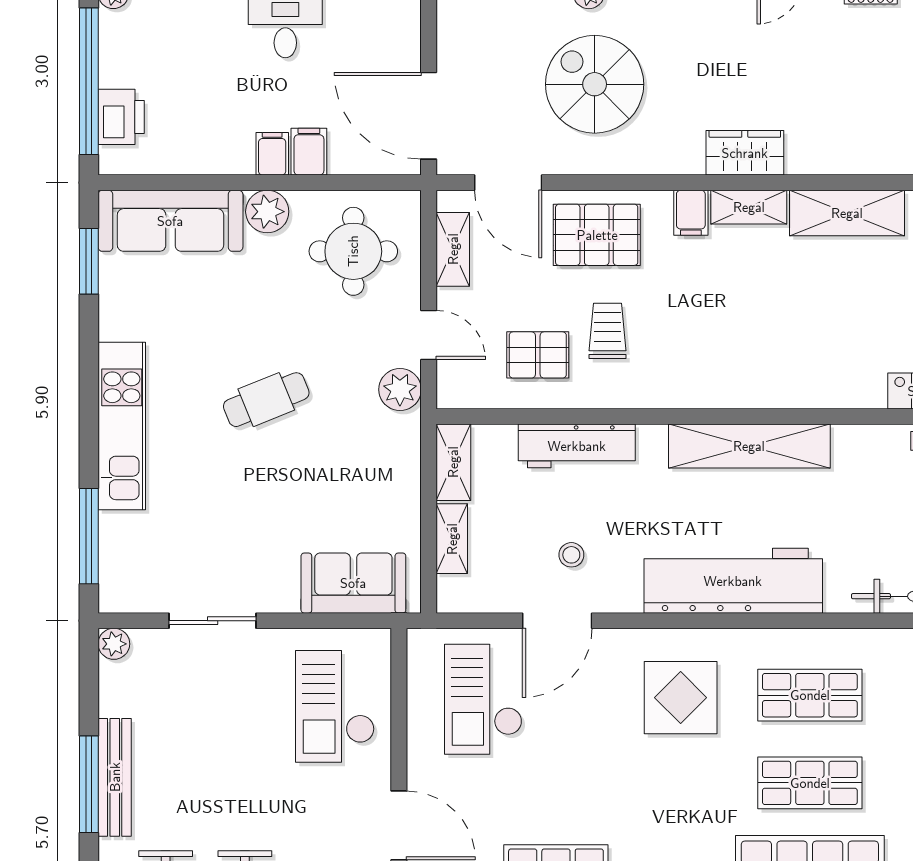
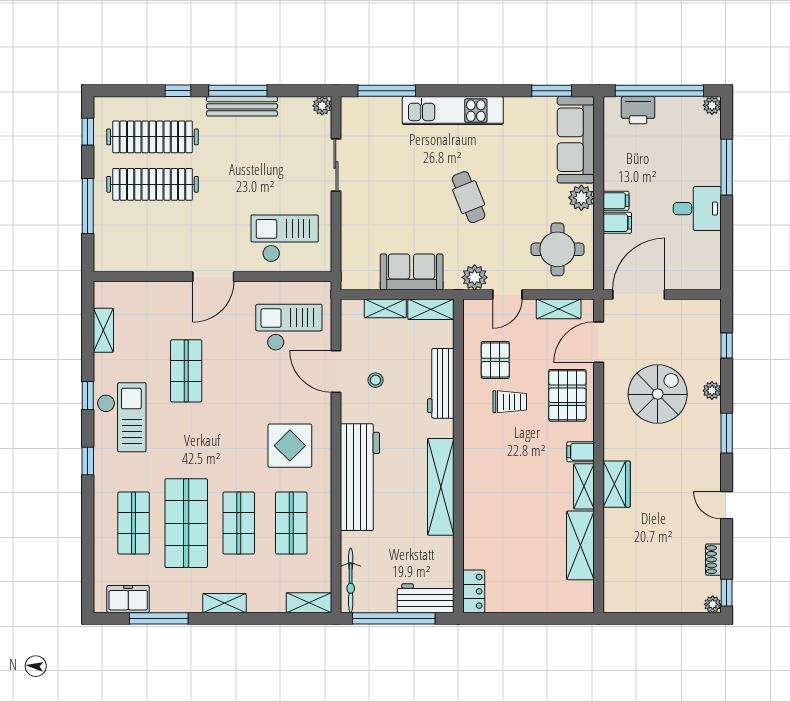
sofa: (353, 583) -> (412, 272), moved, turned -90

